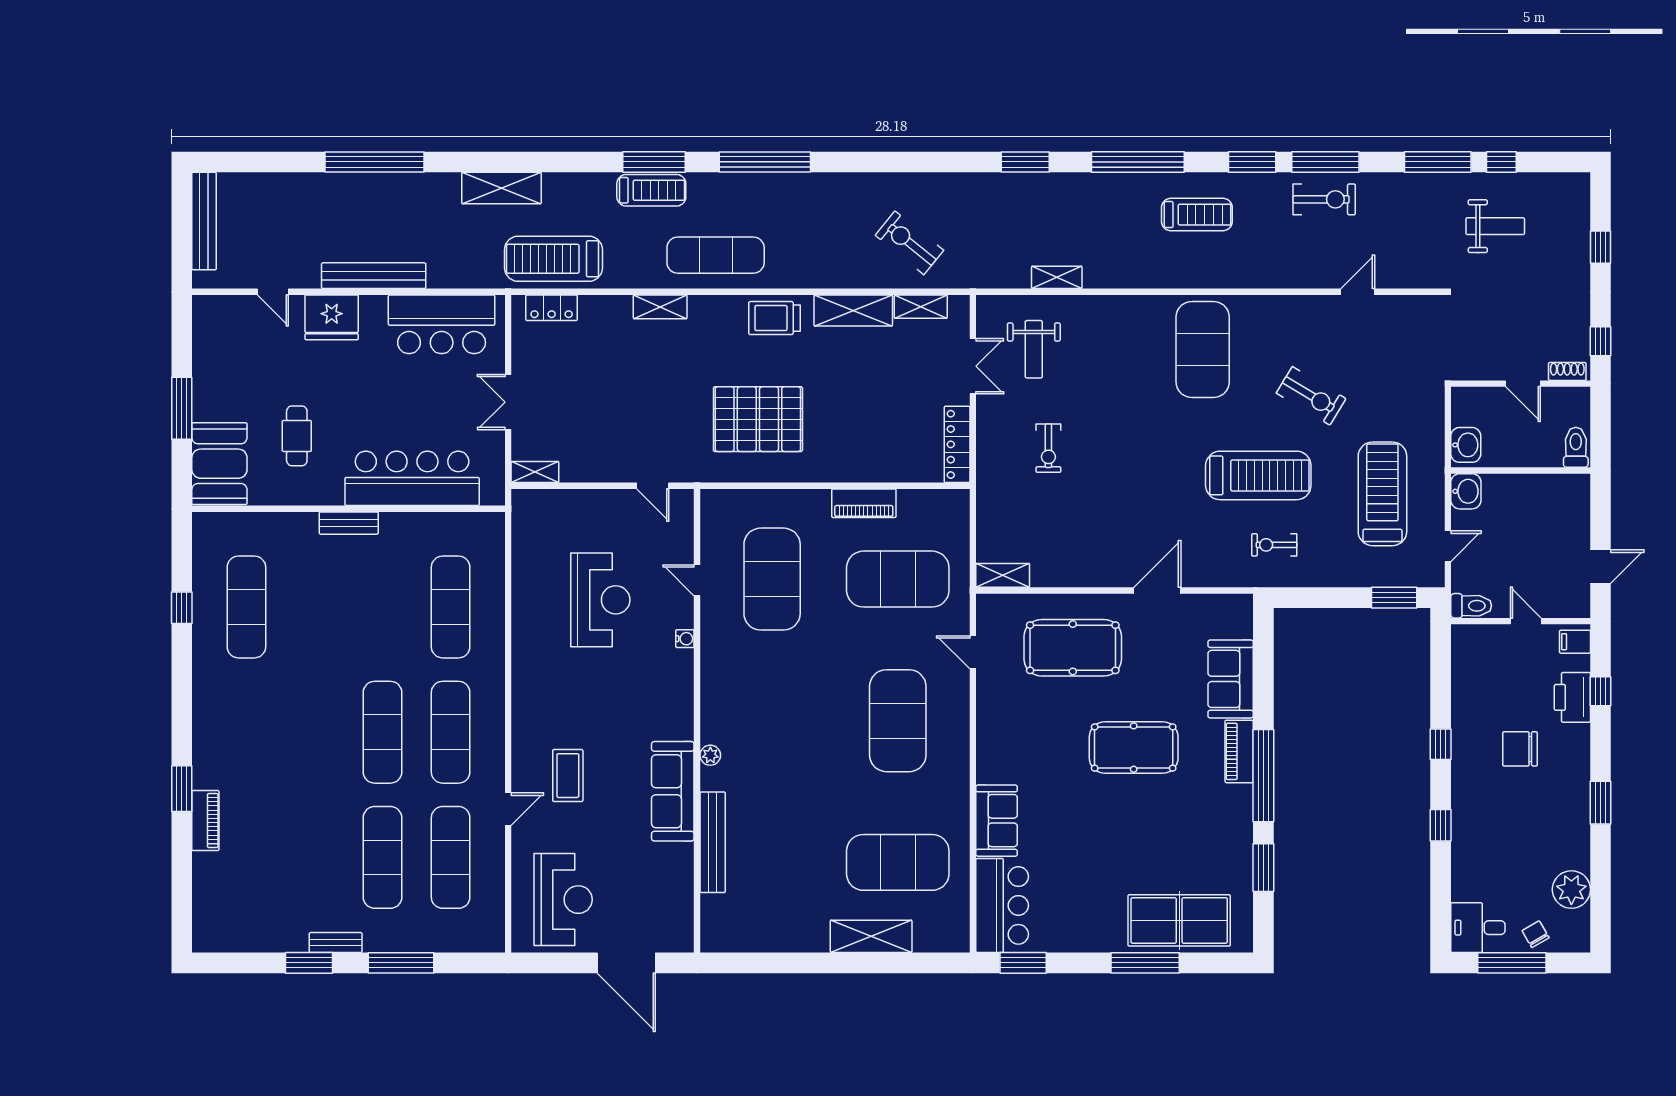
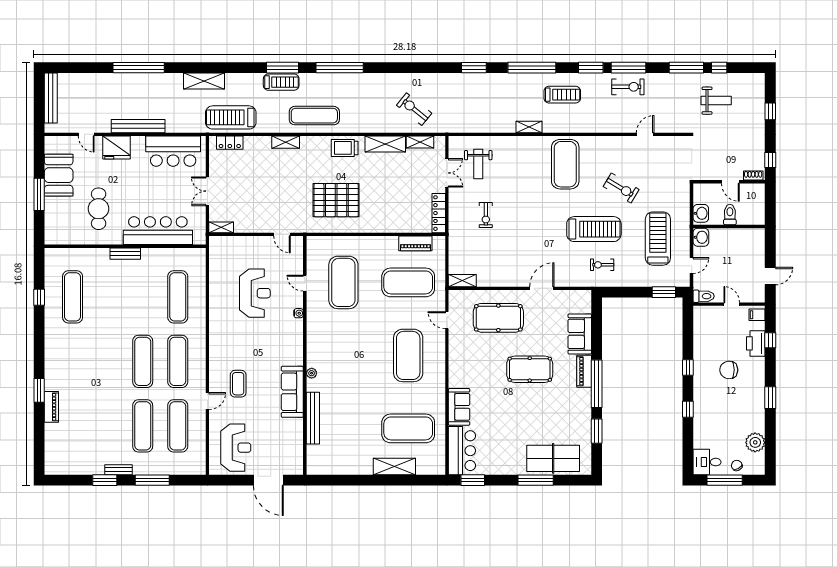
shelving: (1057, 277) -> (529, 127), moved
cafe table: (297, 436) -> (99, 209), width x1.37, depth x1.35
toilet: (1576, 447) -> (730, 215), moved
booth: (219, 464) -> (59, 175), moved
piano: (864, 503) -> (415, 243), moved

